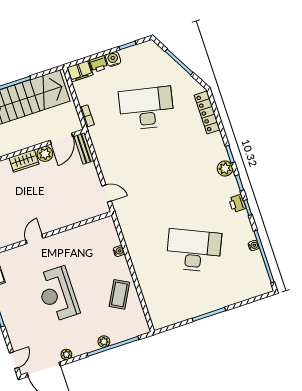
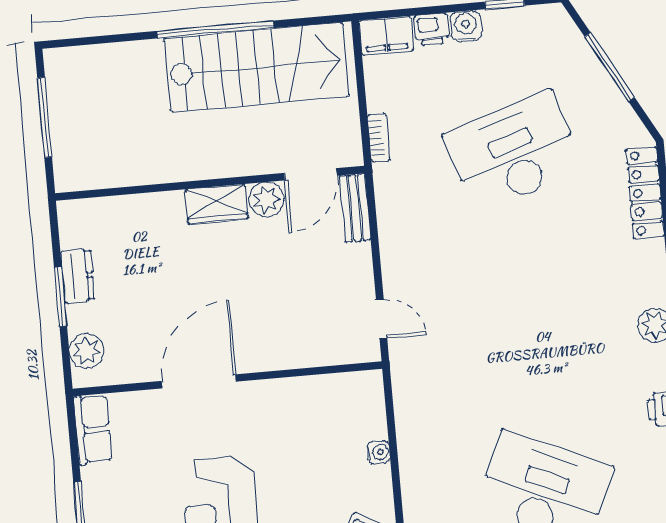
desk: (146, 108) -> (514, 152), turned -30
door: (34, 239) -> (199, 381), width x1.87

